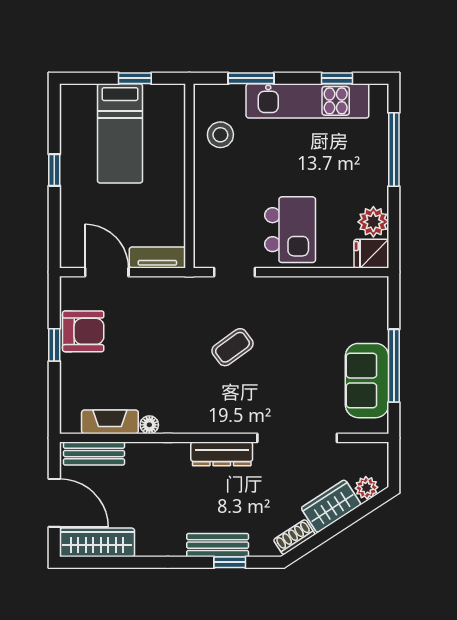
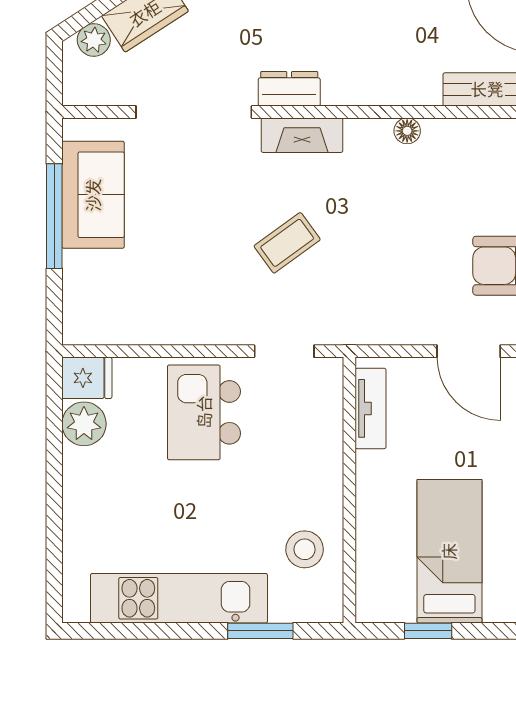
window: (337, 78) -> (136, 631), removed
window: (394, 150) -> (54, 528), removed
tv unit: (157, 257) -> (371, 408), moved, turned -90
fireplace: (110, 422) -> (302, 135), moved
dresser: (222, 454) -> (289, 89), width x0.70

